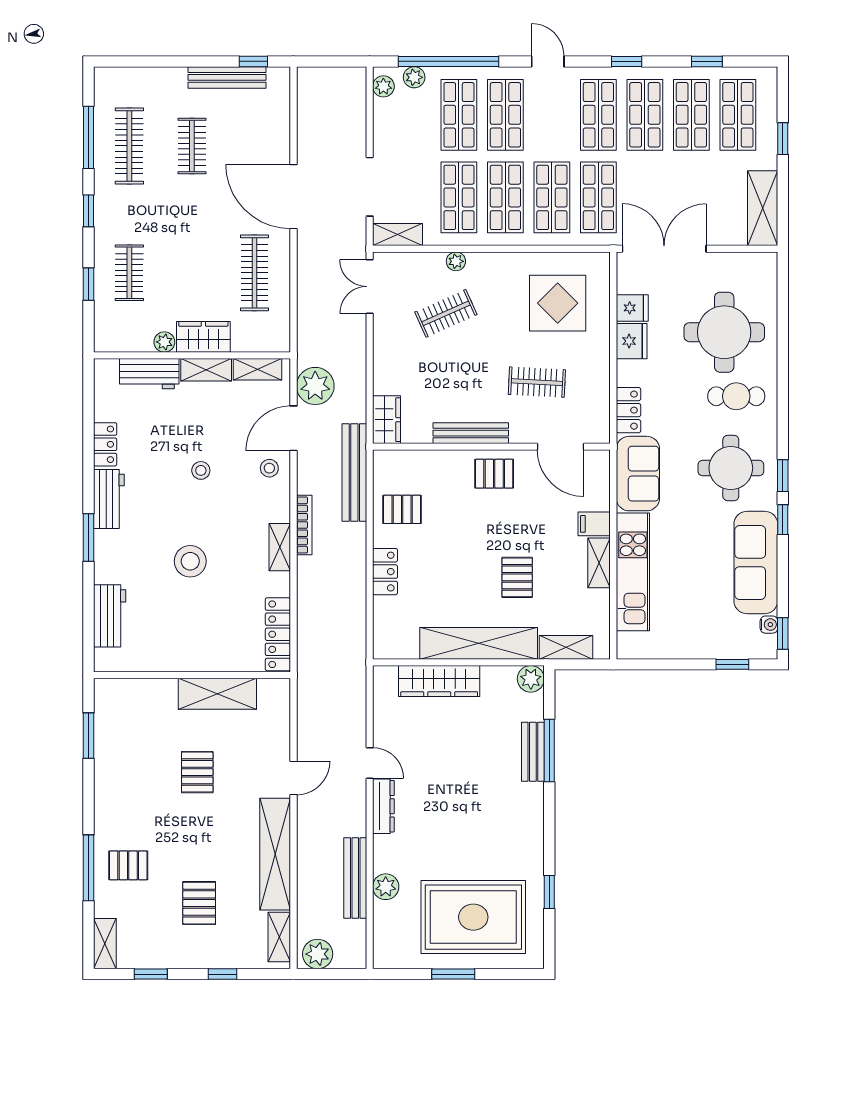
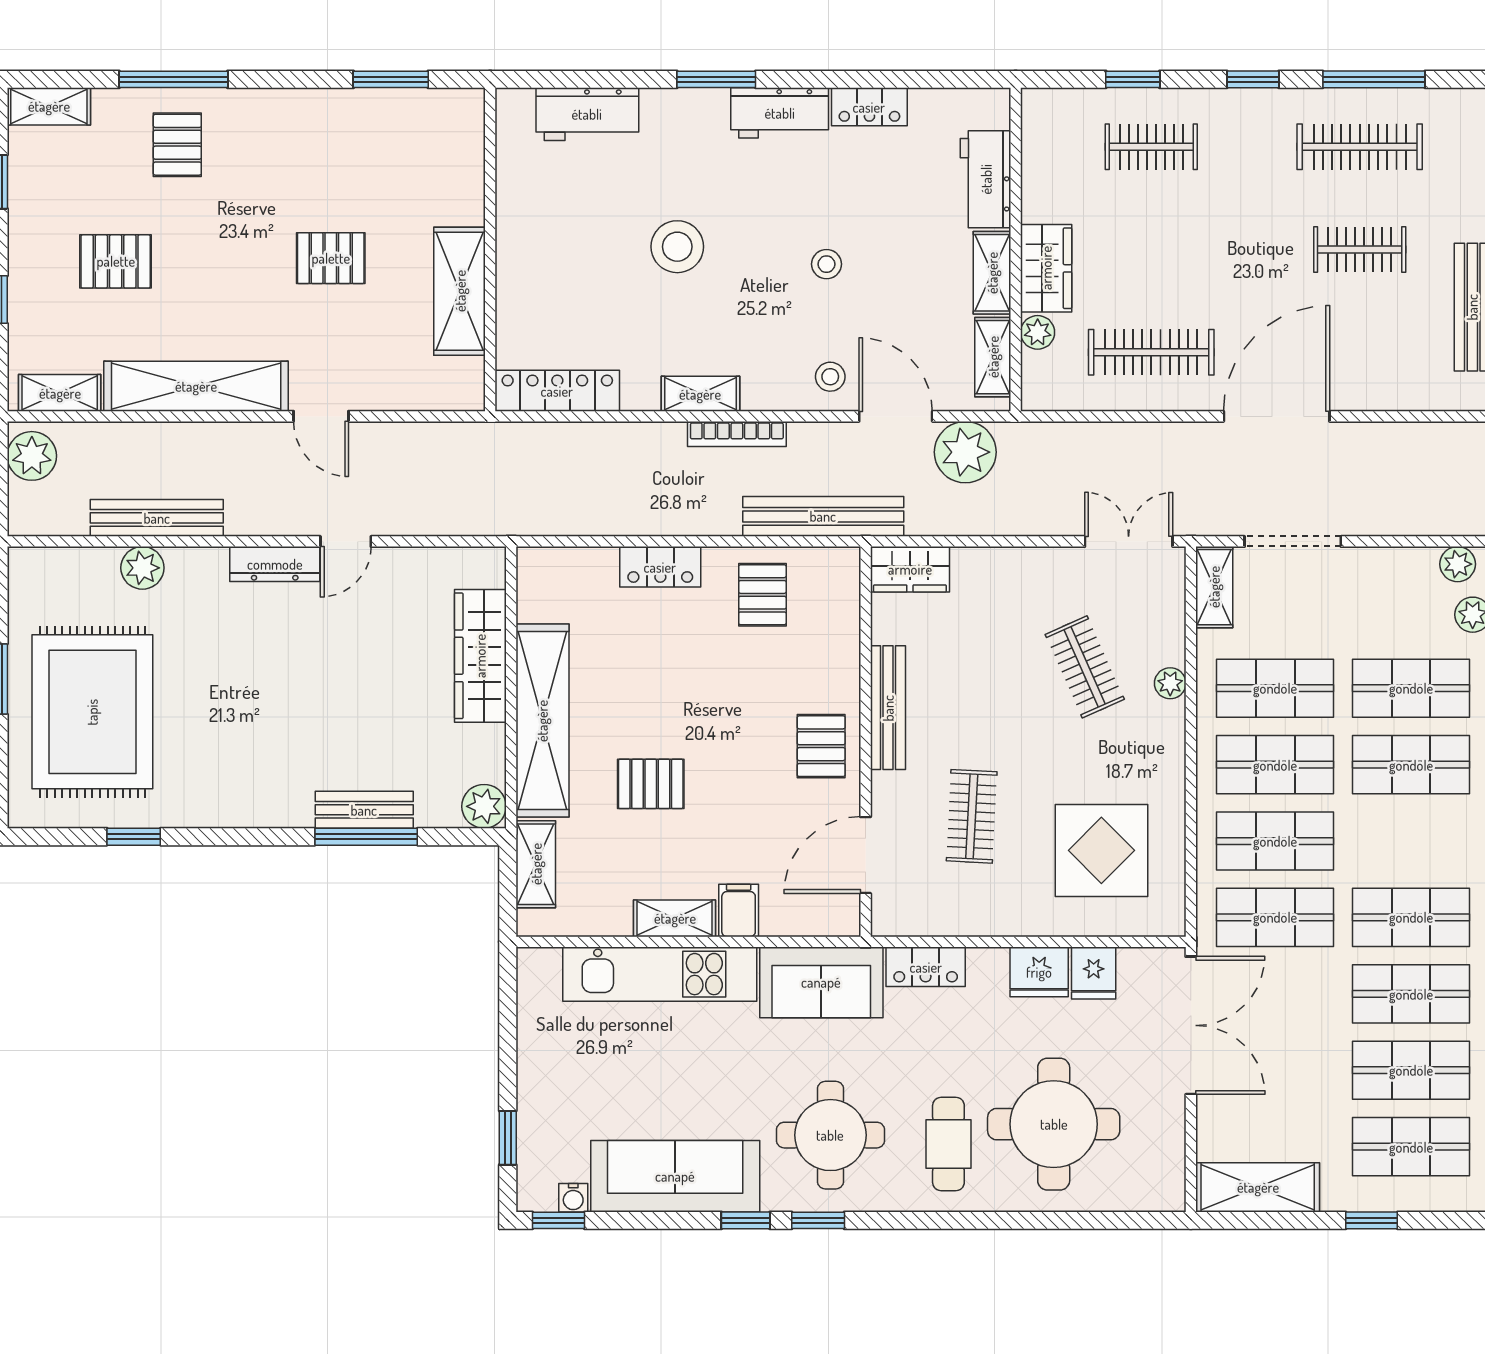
plant: (164, 342) -> (1038, 332), moved

